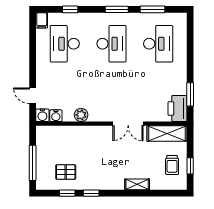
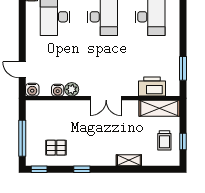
printer: (177, 109) -> (152, 87), moved, turned 90
water cooler: (56, 116) -> (58, 90), moved
double door: (128, 124) -> (106, 98), moved
window: (67, 193) -> (39, 169), moved

